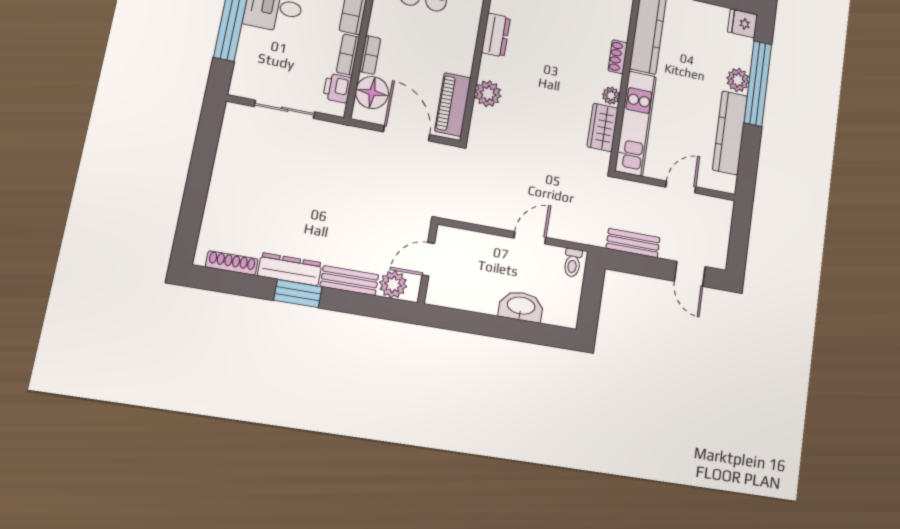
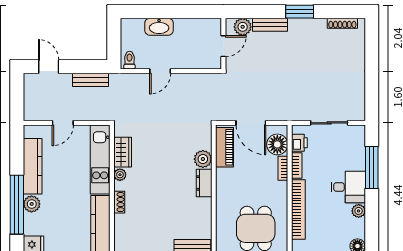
dresser: (496, 35) -> (204, 183), moved
dresser: (290, 269) -> (307, 25), removed

